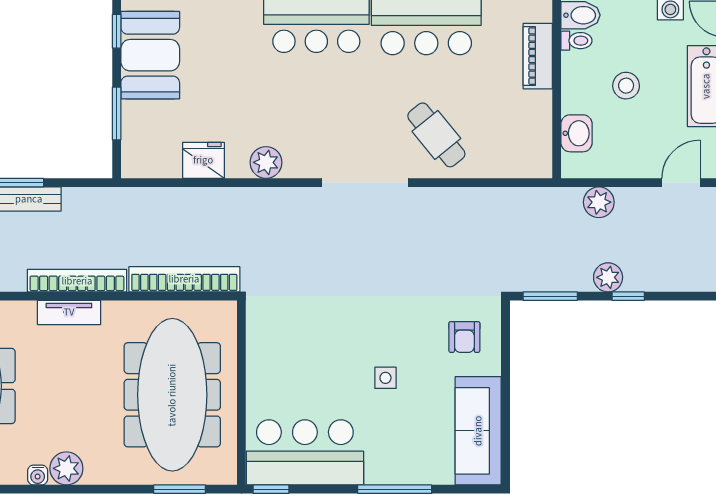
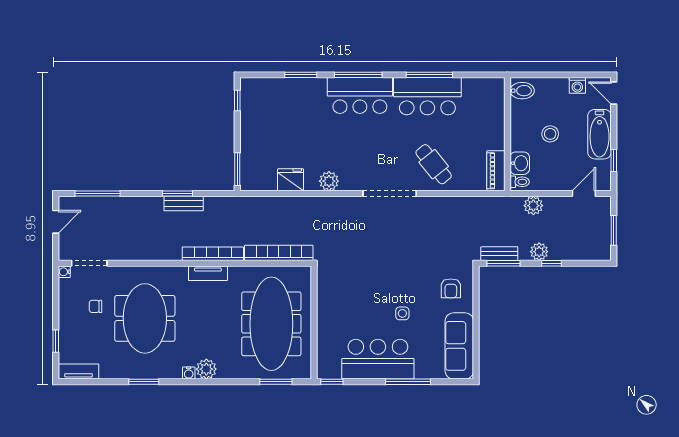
toilet: (576, 41) -> (520, 182), moved
booth: (150, 55) -> (258, 115), removed
piano: (538, 56) -> (496, 171), moved
window: (117, 113) -> (237, 169), moved
bench: (543, 280) -> (499, 254), added
bar counter: (305, 452) -> (378, 359), moved

